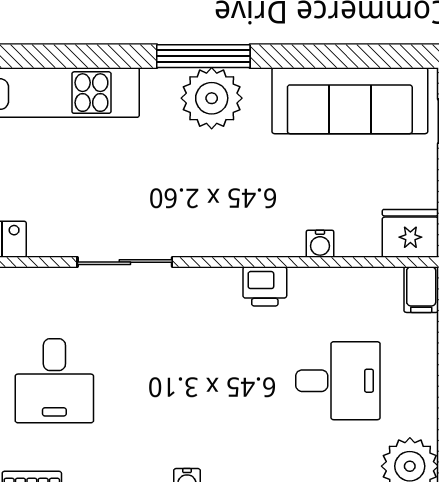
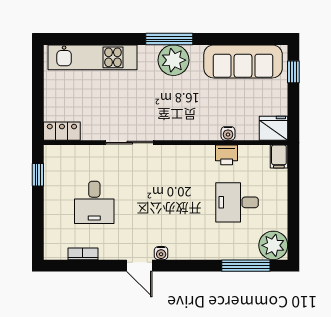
printer: (265, 286) -> (227, 155), moved
desk: (338, 381) -> (237, 202), turned 180

